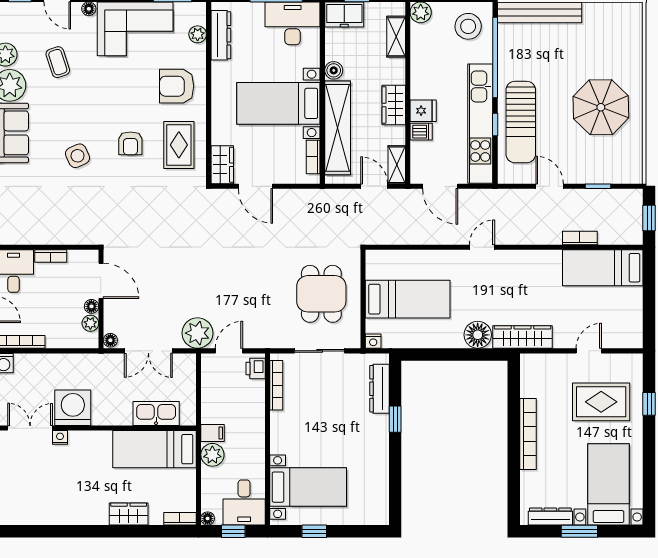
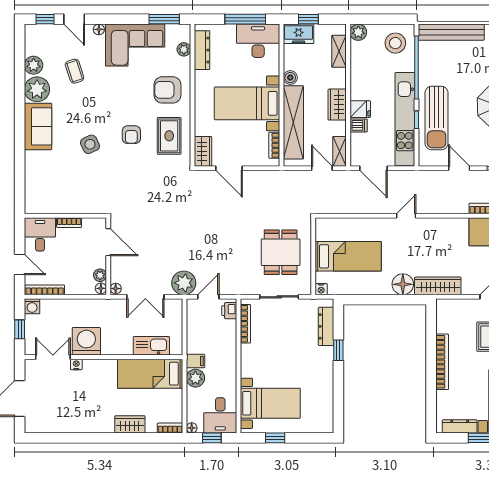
floor lamp: (91, 306) -> (101, 288), moved

